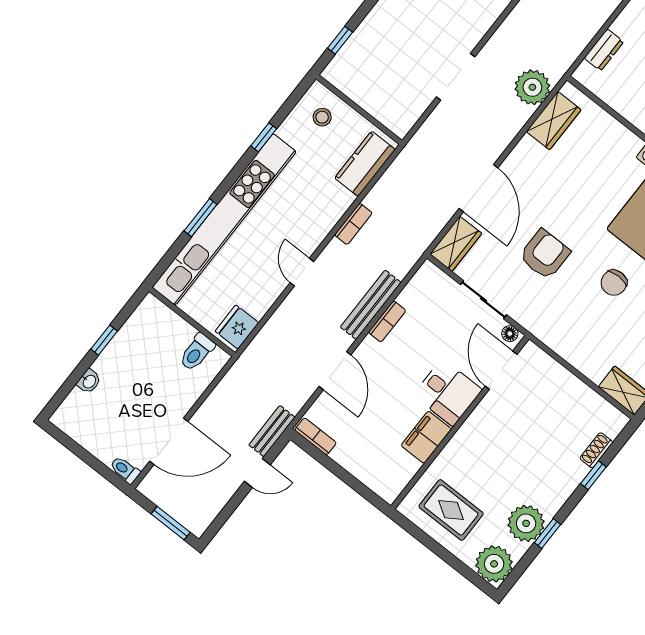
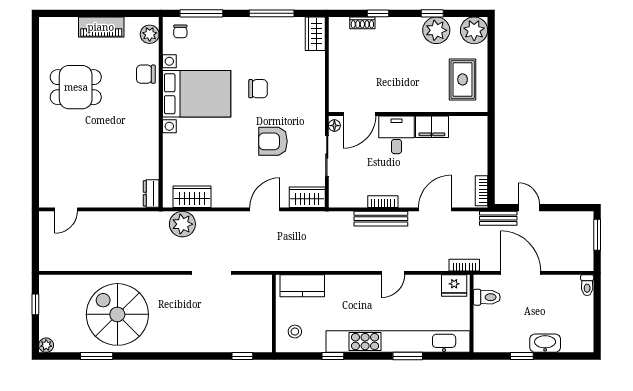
dresser: (604, 50) -> (151, 193), moved, turned -90
door: (479, 188) -> (265, 209), width x0.73
bookcase: (353, 224) -> (464, 265), moved
washbasin: (89, 381) -> (545, 343), width x1.91, depth x1.45
door: (169, 441) -> (521, 273), moved

